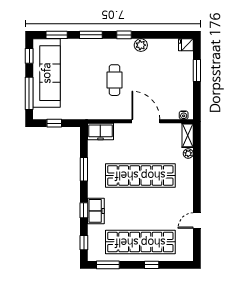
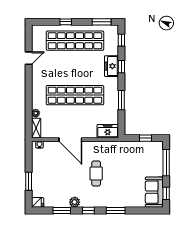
window: (57, 35) -> (62, 210), moved
sofa: (47, 73) -> (154, 192), width x0.54, depth x0.79

